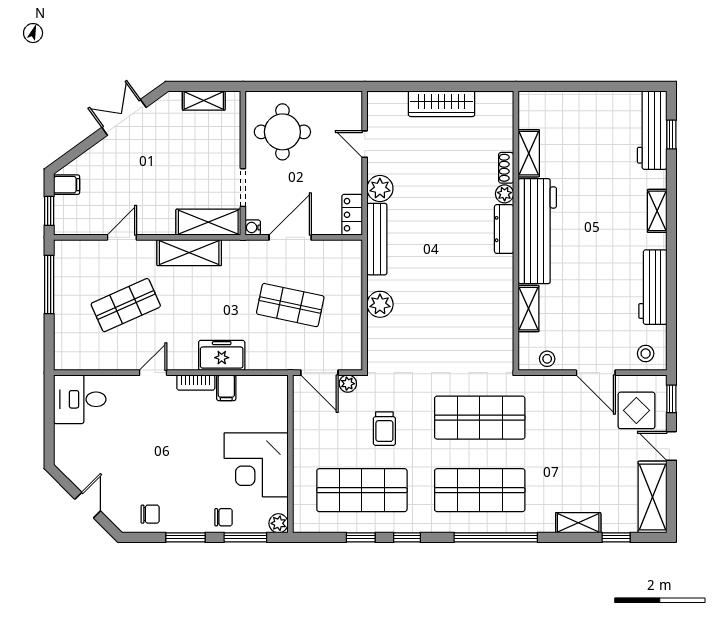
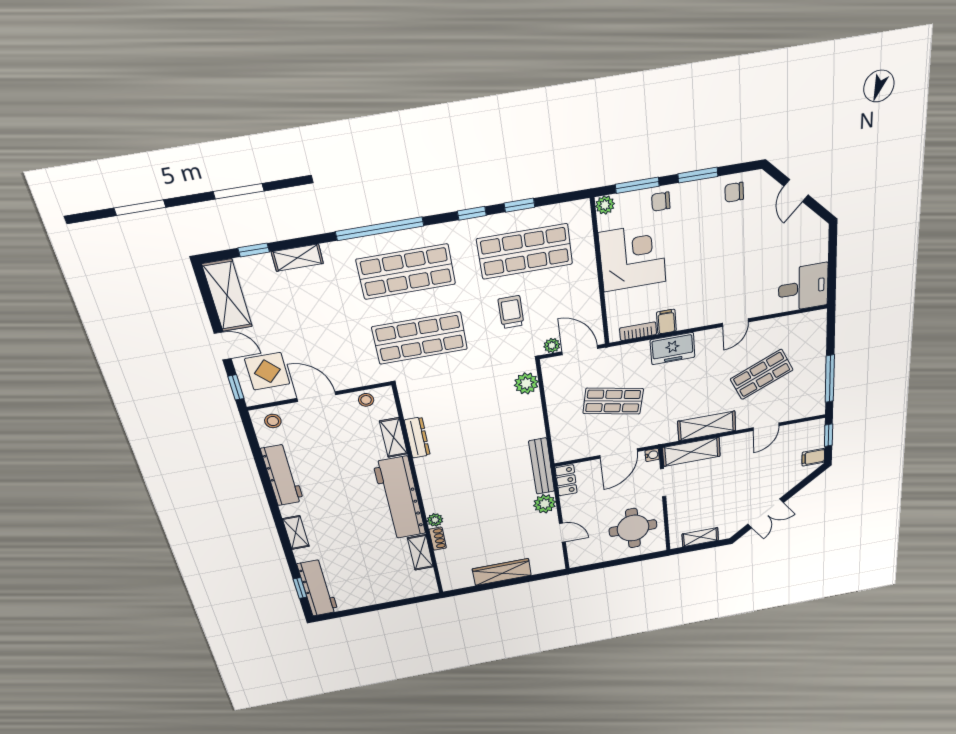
dresser: (504, 229) -> (417, 438), moved
plant: (380, 304) -> (526, 383), moved
bookcase: (196, 383) -> (638, 331), moved

